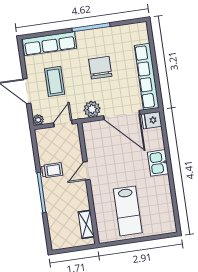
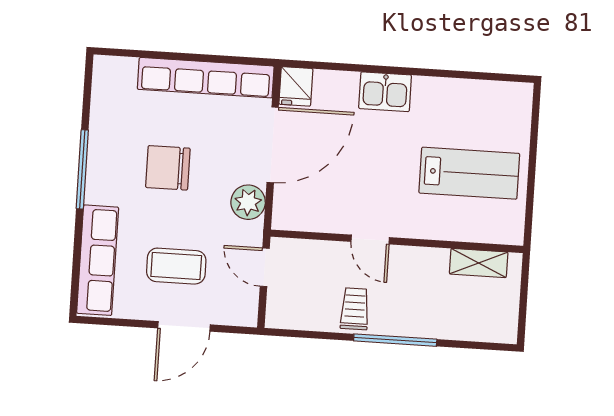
plant: (38, 120) -> (247, 316), removed

